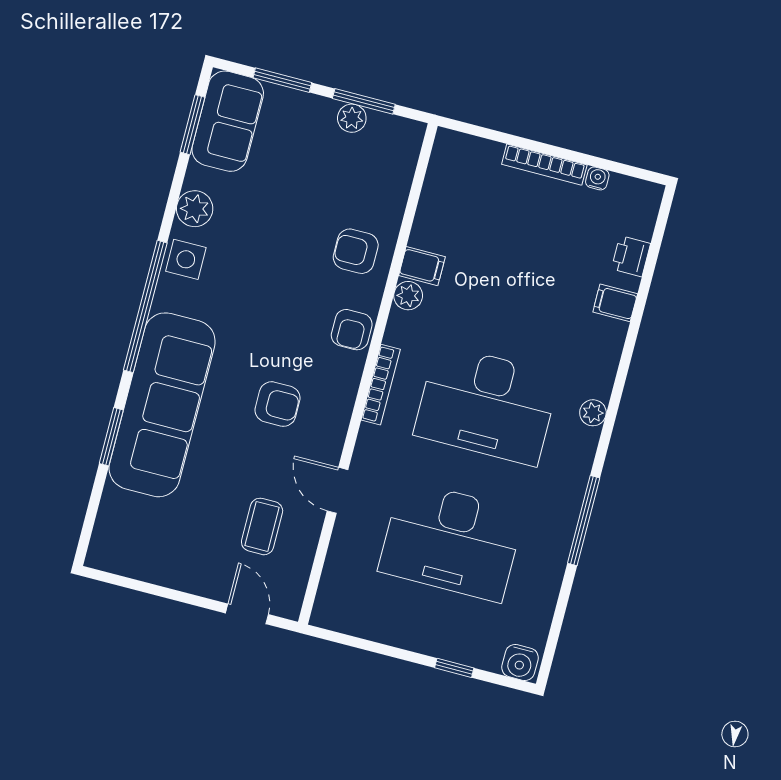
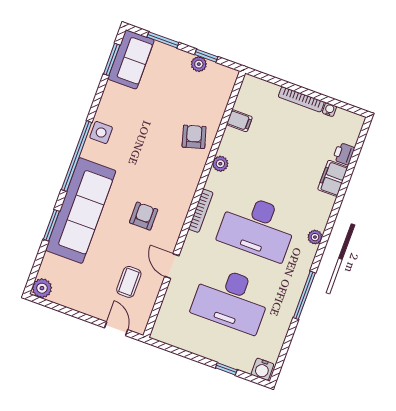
window: (364, 101) -> (206, 56), width x0.67
plant: (195, 209) -> (42, 288), moved
armchair: (356, 251) -> (194, 137), turned 74
filing cabinet: (422, 266) -> (239, 121), moved
filing cabinet: (615, 303) -> (333, 178), width x2.00
armchair: (352, 330) -> (188, 179), removed
armchair: (278, 404) -> (144, 216), turned -90

